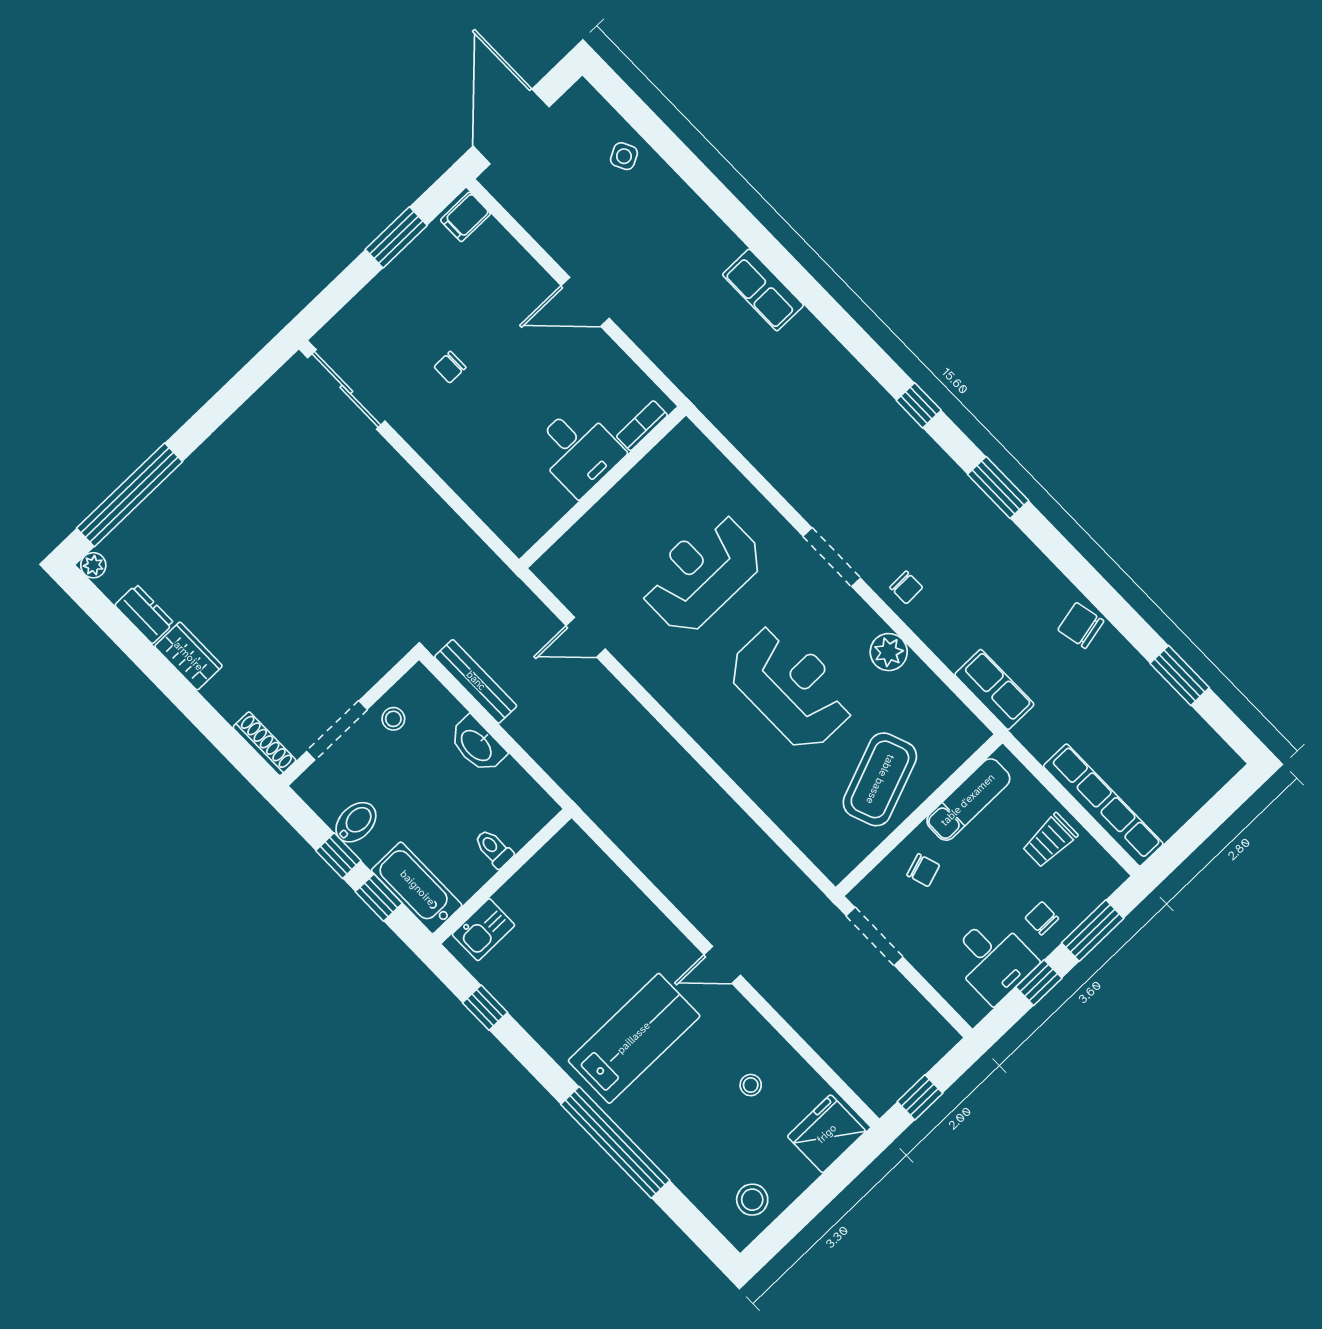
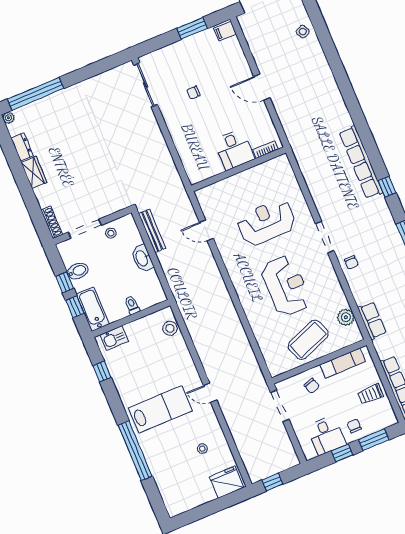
row of seats: (763, 290) -> (361, 162), moved, width x2.02
plant: (889, 652) -> (346, 317), moved
stool: (752, 1200) -> (170, 328), moved

